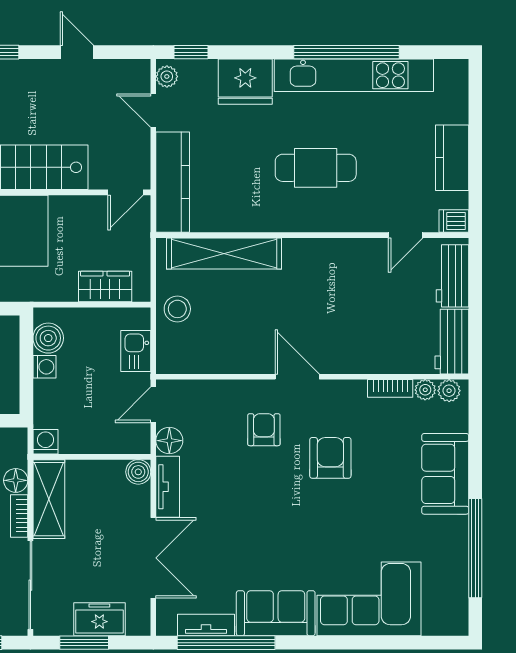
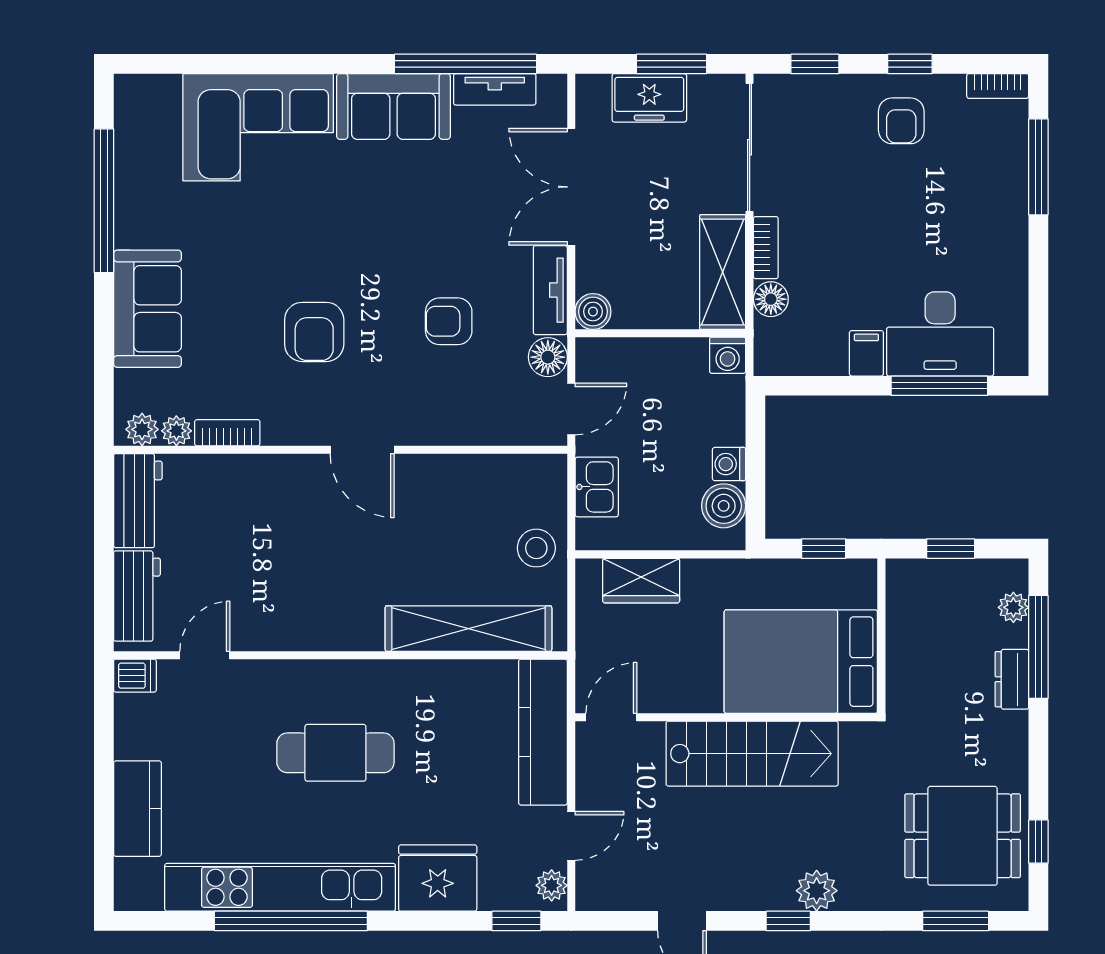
door: (153, 111) -> (571, 836), hinge flipped
kitchen counter: (452, 158) -> (137, 809), moved
armchair: (264, 430) -> (449, 321), moved, turned 90

